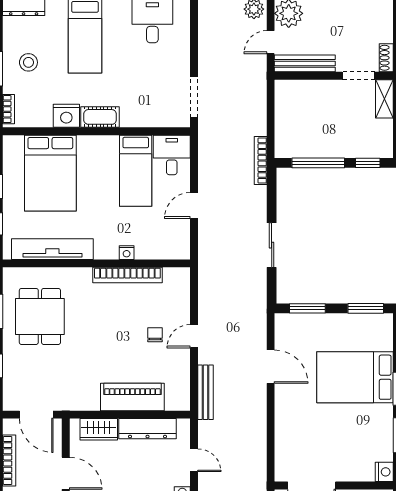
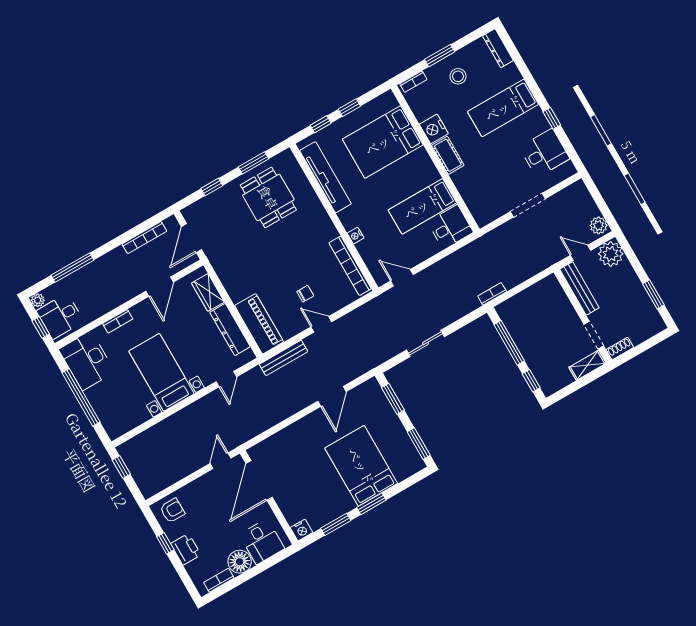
doorway: (194, 97) -> (528, 205), moved
bookcase: (261, 161) -> (492, 294), width x0.64
door: (194, 205) -> (402, 278), moved
bookcase: (127, 275) -> (350, 266), moved
dining table: (40, 316) -> (268, 197), turned 90
piano: (132, 397) -> (259, 324), moved

